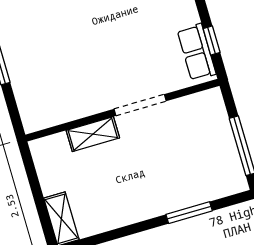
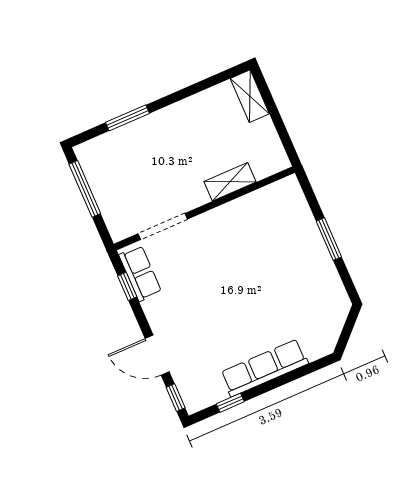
doorway: (140, 105) -> (163, 226), moved

